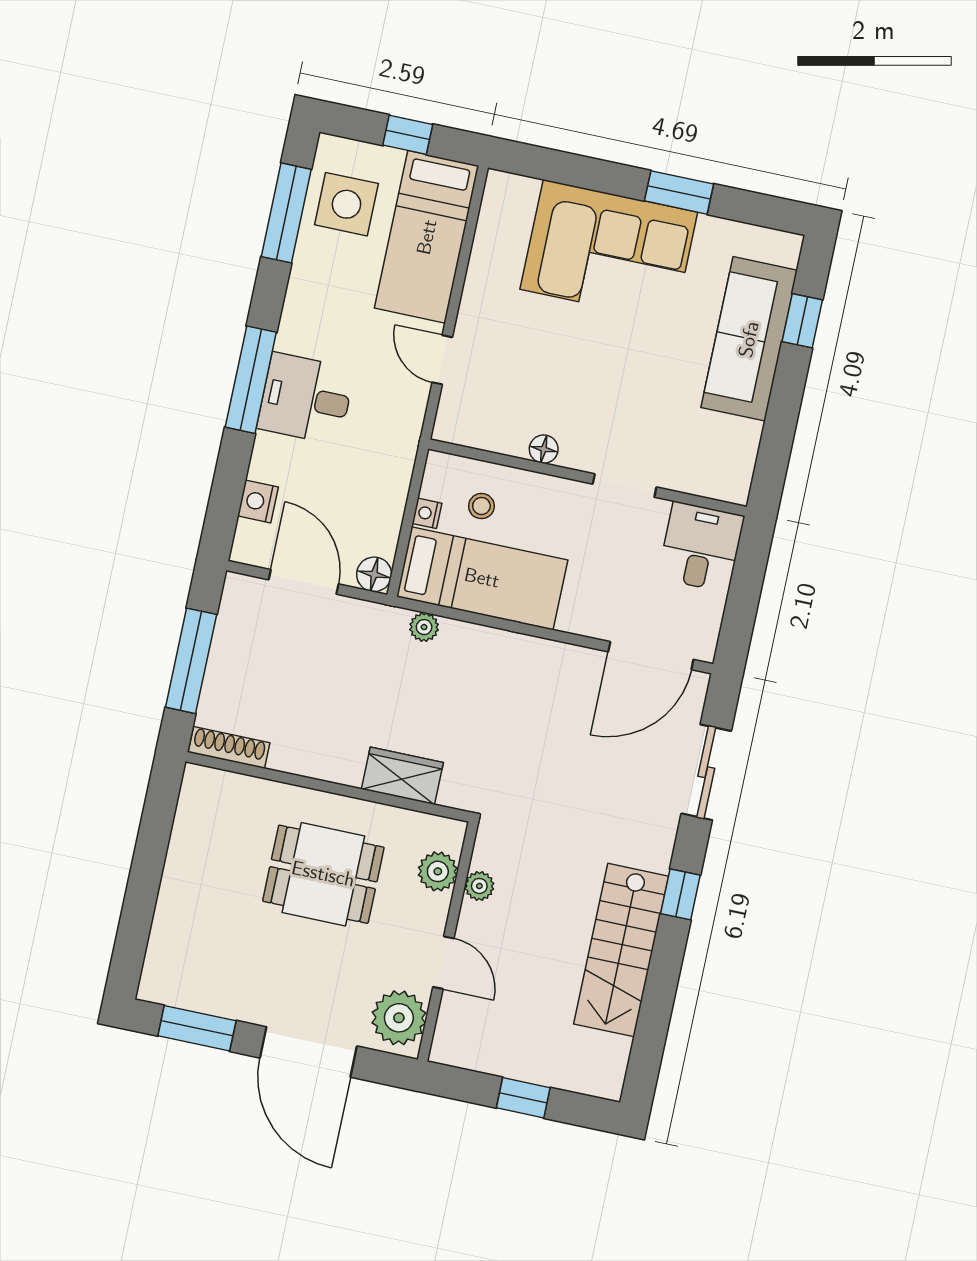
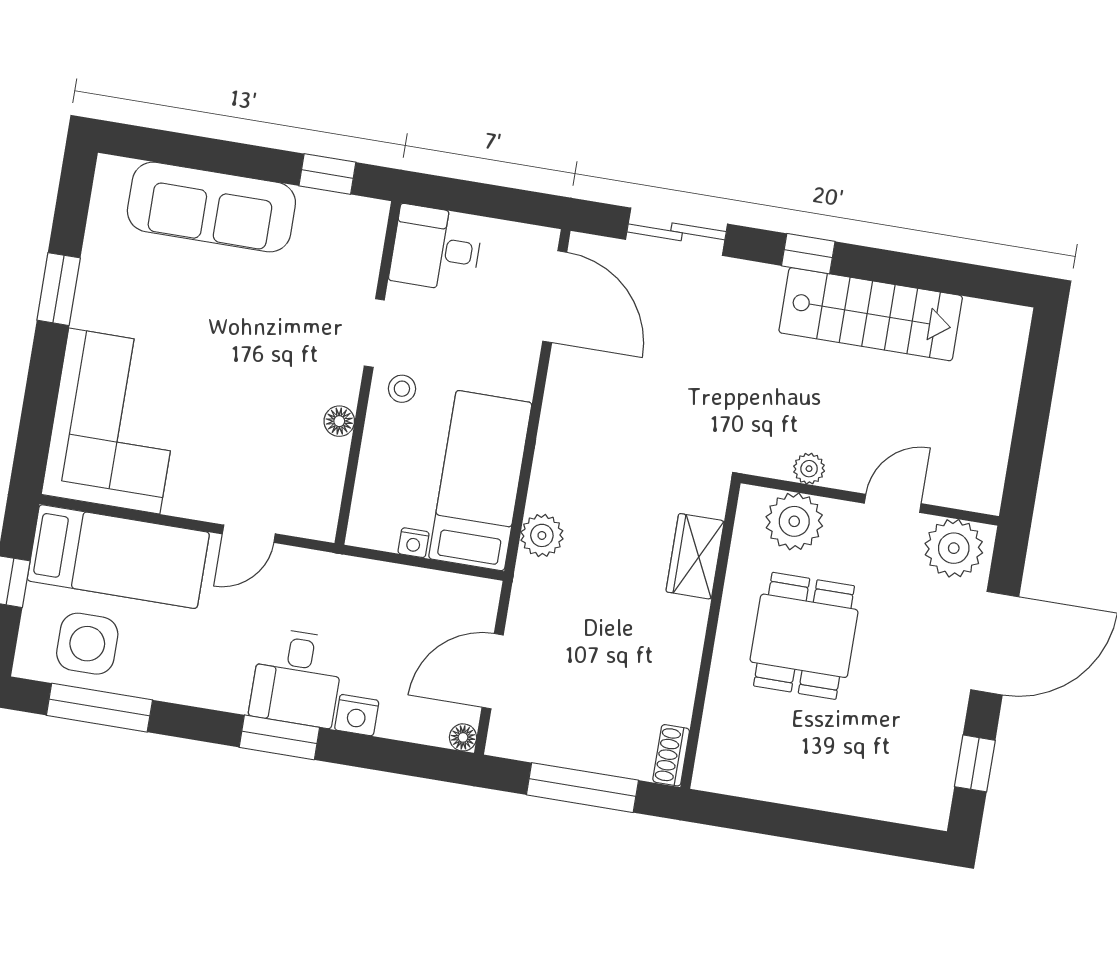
corner sofa: (609, 251) -> (114, 421), moved
window: (802, 321) -> (327, 174), moved
window: (251, 380) -> (279, 737), width x0.69
nightstand: (258, 501) -> (357, 715), moved
stool: (481, 506) -> (402, 389), moved
floor lamp: (374, 574) -> (463, 737), moved, width x0.73, depth x0.73
plant: (424, 627) -> (542, 535), width x1.38, depth x1.38
shoe rack: (229, 747) -> (671, 755), width x0.70
plant: (438, 871) -> (794, 521), width x1.36, depth x1.36
window: (197, 1028) -> (975, 763), width x0.67
window: (523, 1098) -> (1033, 411), removed

